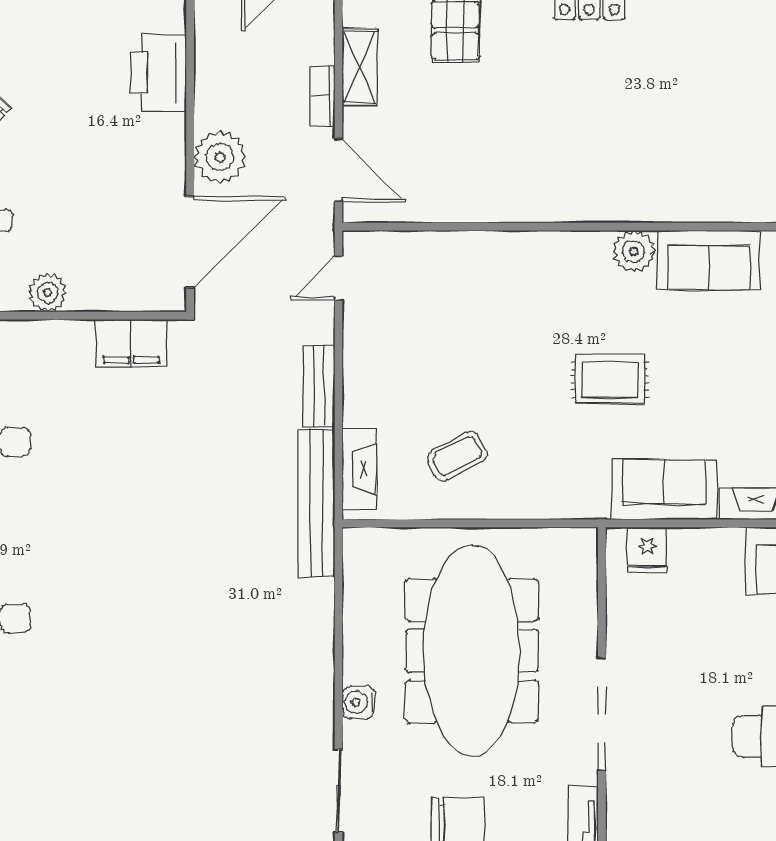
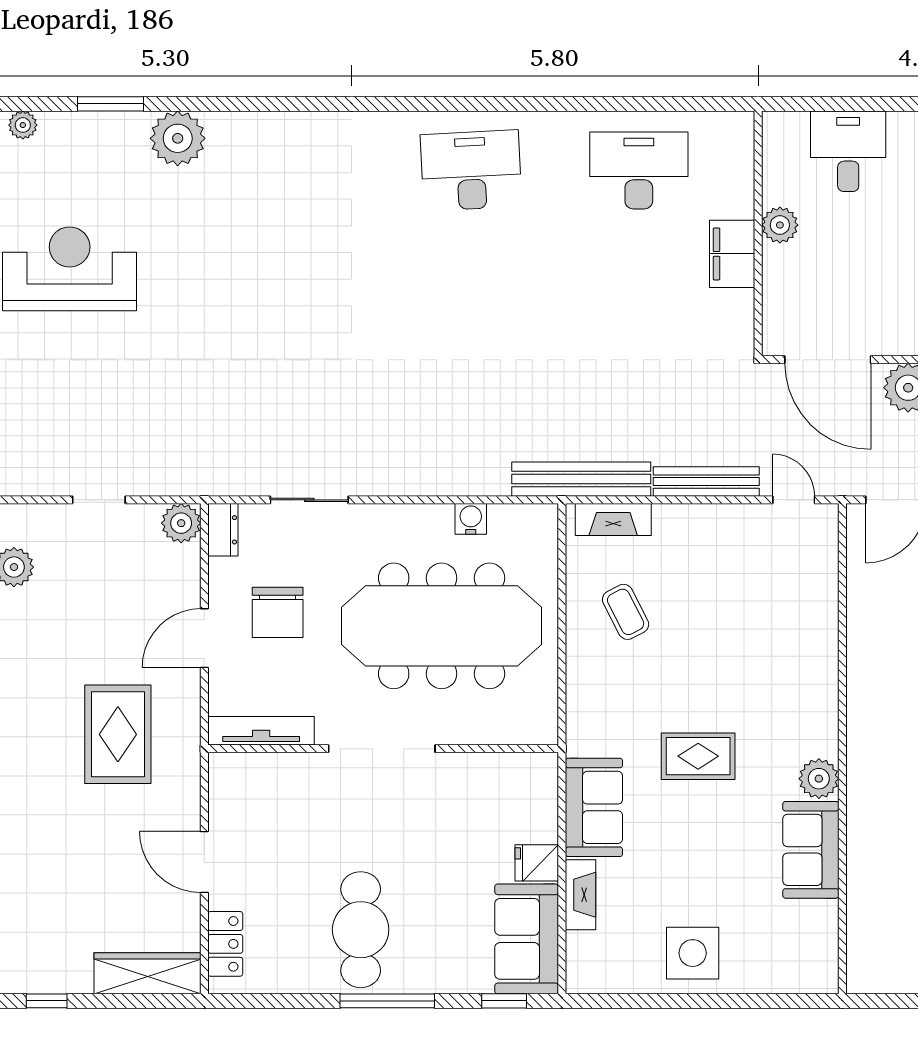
filing cabinet: (131, 343) -> (732, 254), moved
rug: (610, 379) -> (698, 756), turned 90
bench: (319, 385) -> (706, 482), width x1.36
fridge: (647, 550) -> (537, 863), moved
water cooler: (359, 702) -> (471, 519), moved

